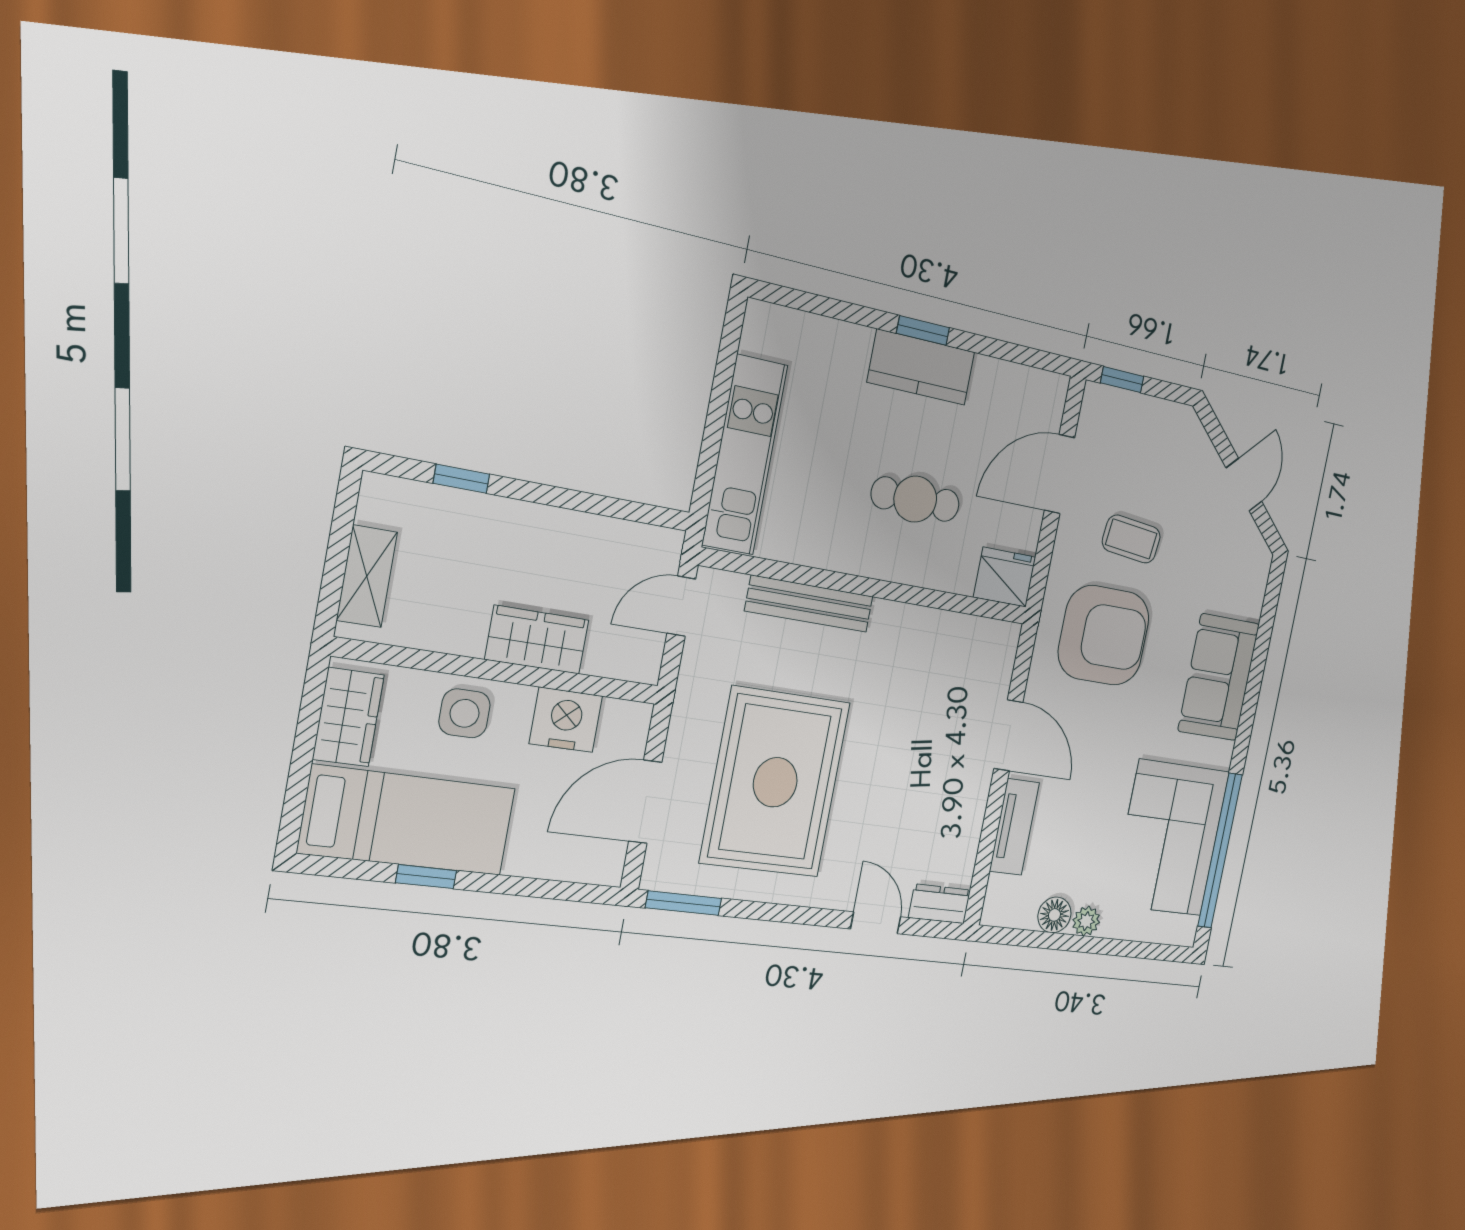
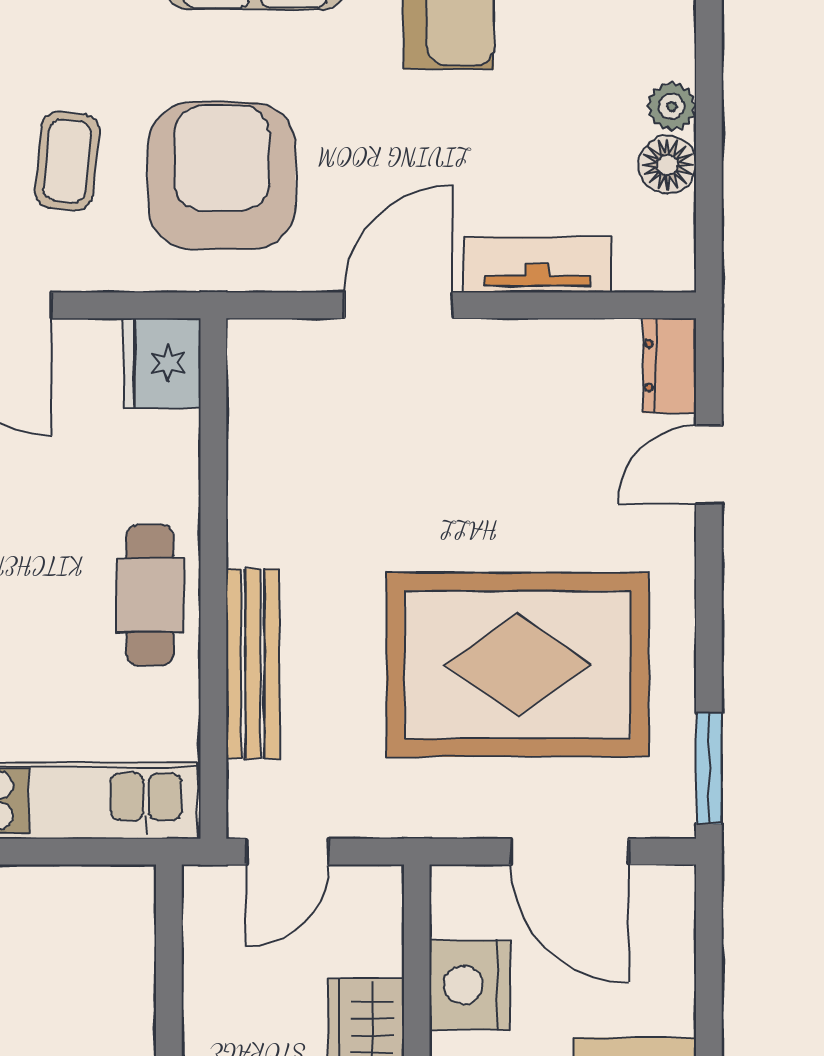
cafe table: (915, 499) -> (150, 595), moved
door: (681, 606) -> (287, 852), hinge flipped

